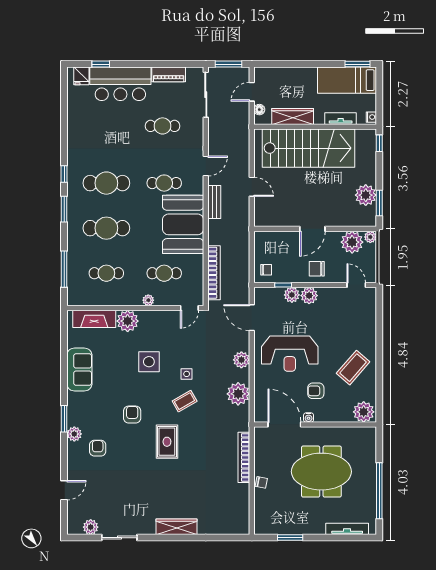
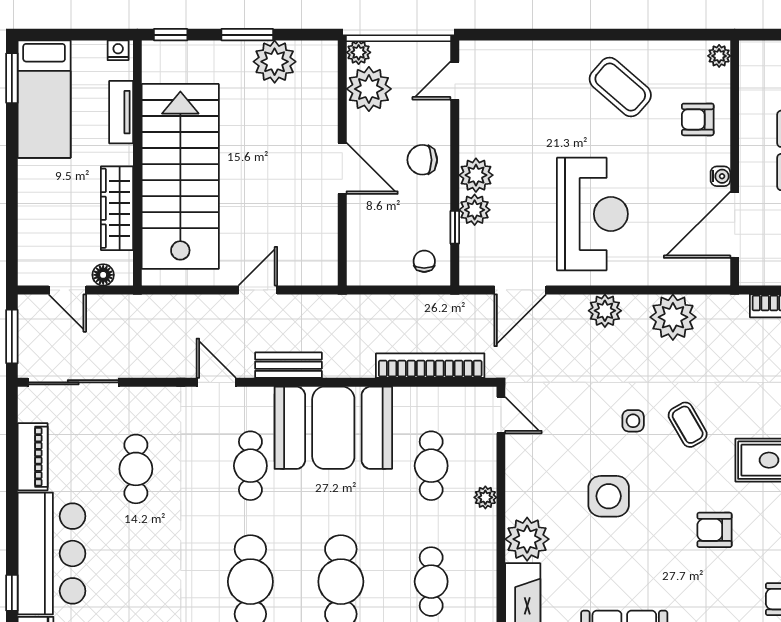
window: (379, 203) -> (247, 35), moved
chair: (317, 269) -> (422, 160), turned 90
armchair: (316, 391) -> (698, 119), moved, turned 90
plant: (364, 412) -> (719, 56), width x0.53, depth x0.53

